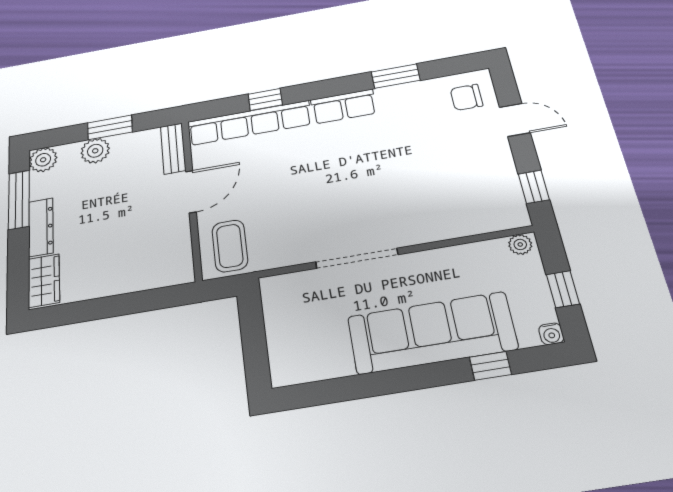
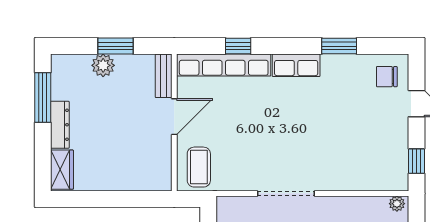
plant: (43, 160) -> (62, 65), removed

